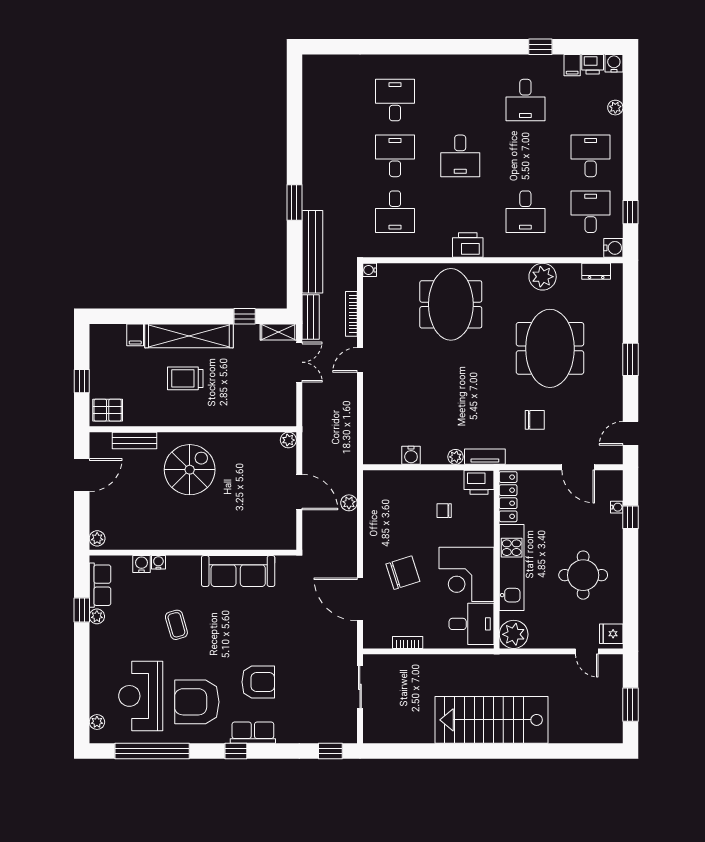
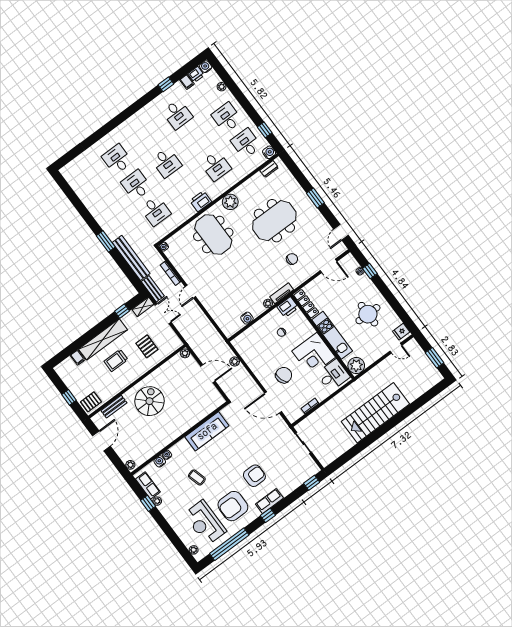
plant: (543, 277) -> (230, 202), moved
meeting table: (550, 348) -> (274, 221), turned 90
pallet: (243, 391) -> (147, 346), added

